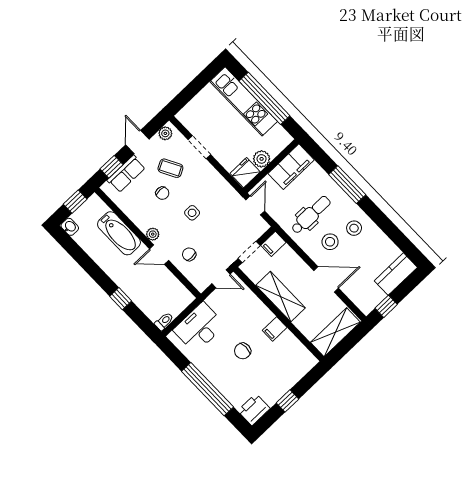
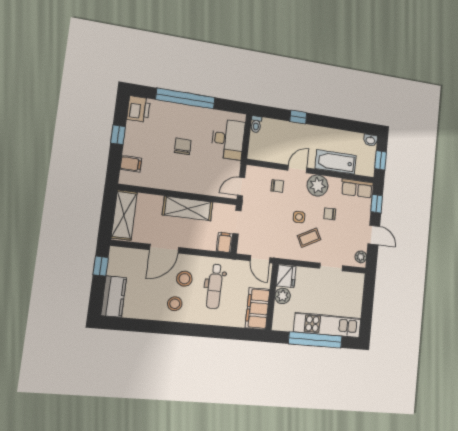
coffee table: (170, 168) -> (309, 238), moved
row of seats: (126, 174) -> (357, 188), moved, turned -90
window: (347, 185) -> (206, 331), removed
plant: (153, 234) -> (317, 186), width x1.87, depth x1.87
filing cabinet: (275, 329) -> (131, 164), moved, turned 90

